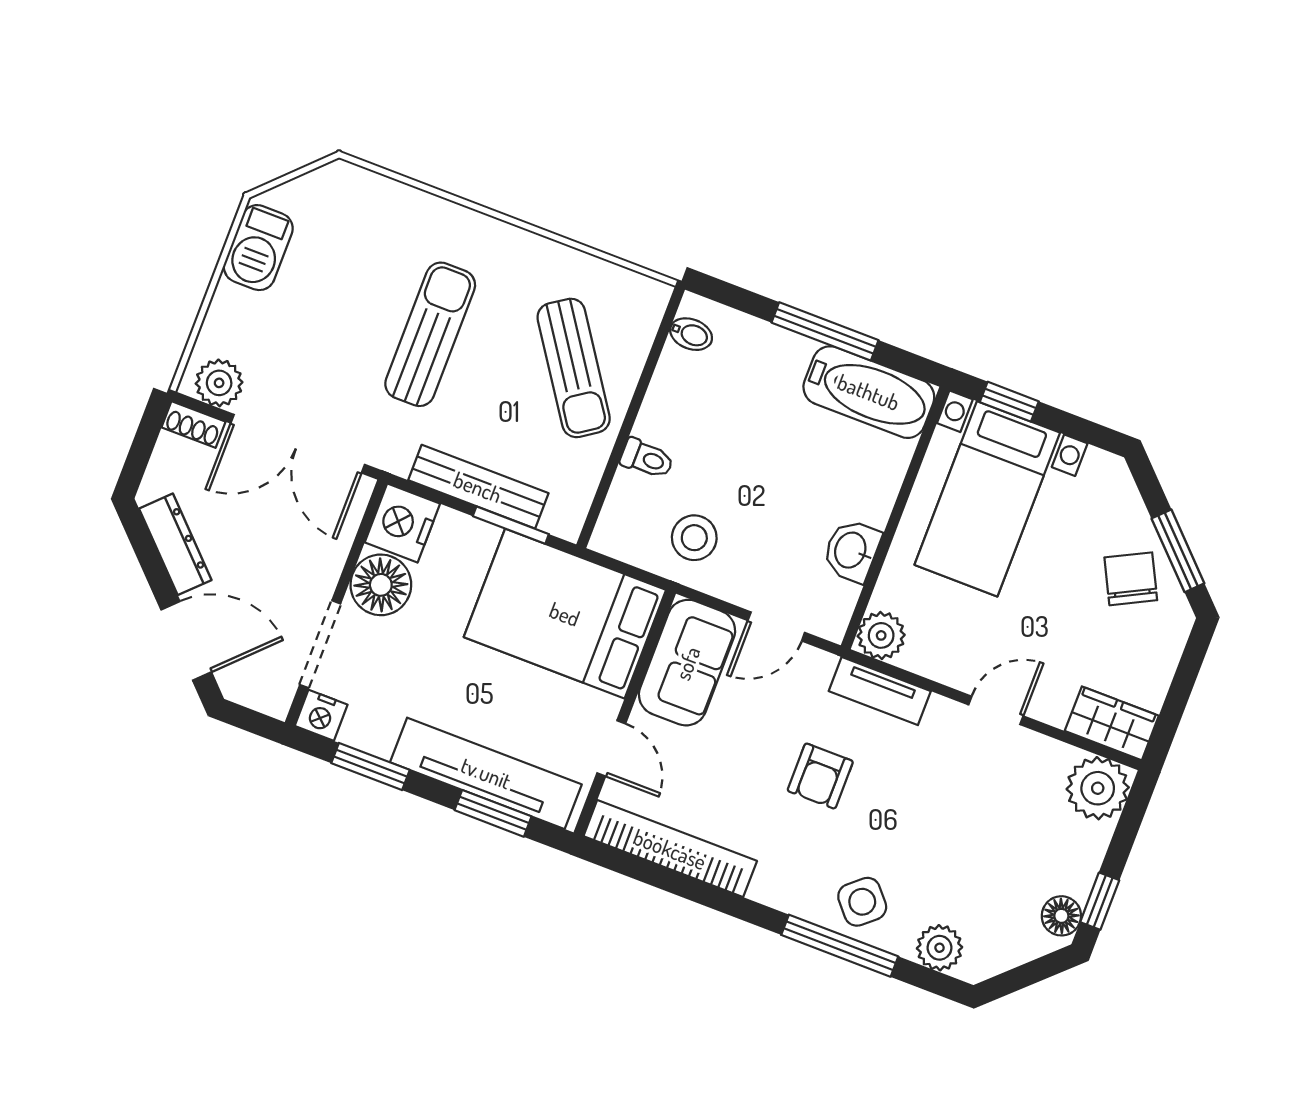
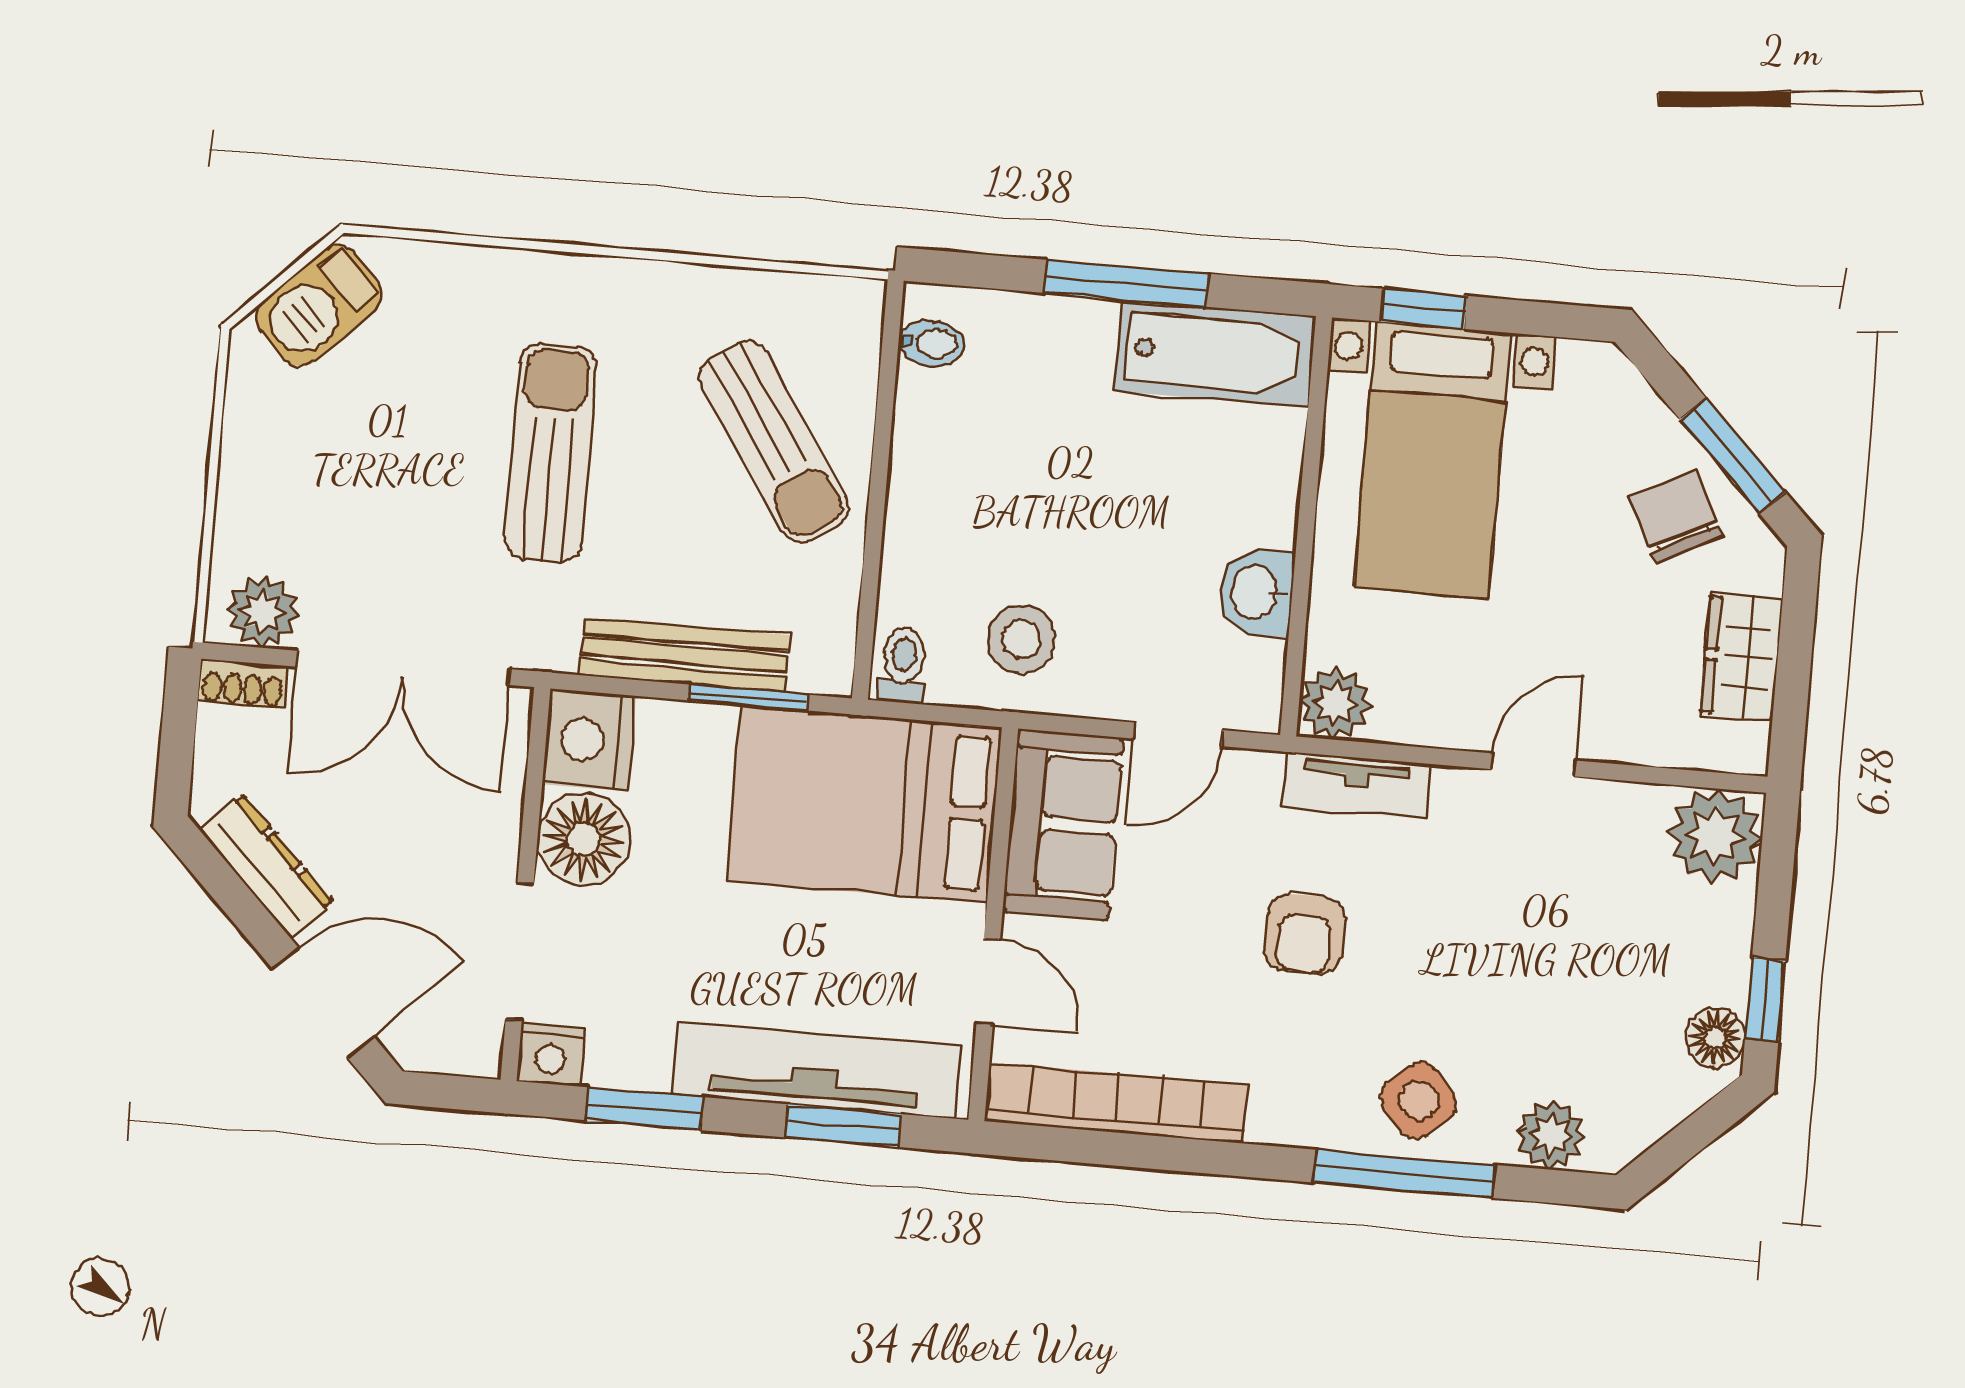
barbecue: (258, 248) -> (319, 306), moved, turned 45
toilet: (647, 459) -> (903, 665), moved, turned -90
wardrobe: (1112, 723) -> (1741, 657), moved, turned -90

